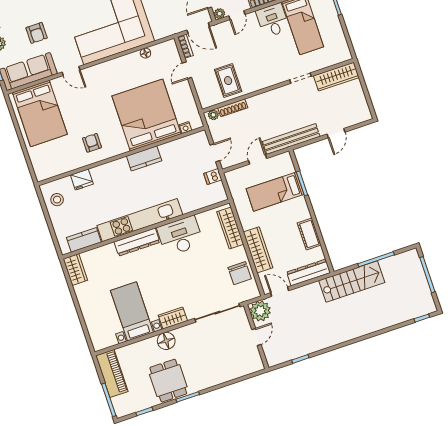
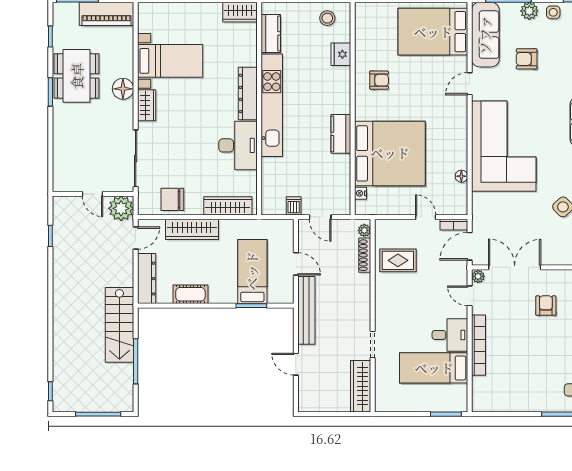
dining table: (168, 381) -> (77, 76), width x1.38

